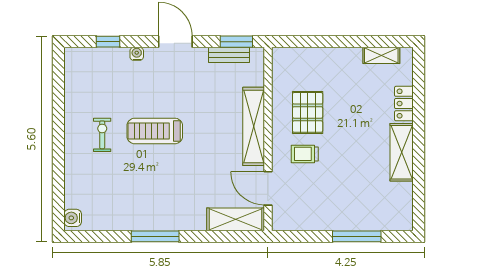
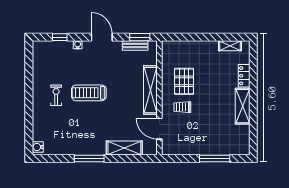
shelving: (236, 219) -> (124, 148), moved

